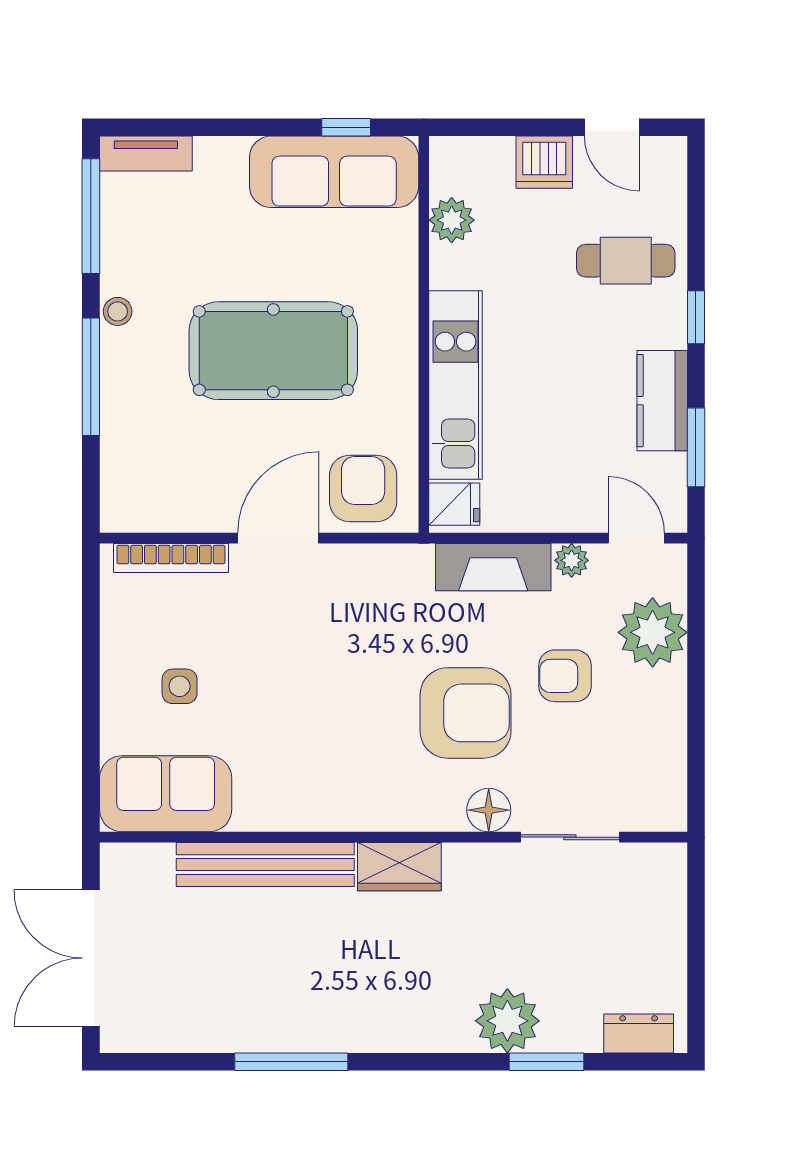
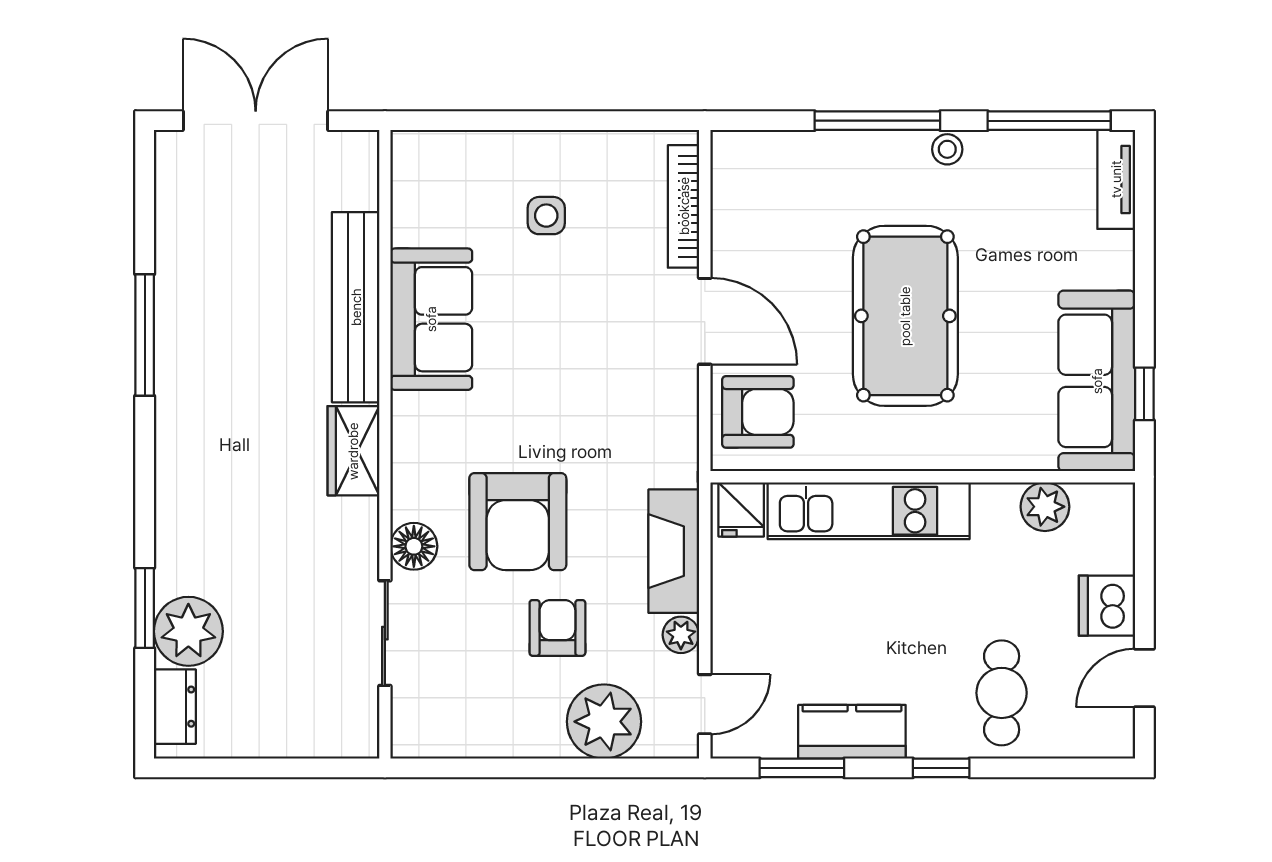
sofa: (166, 794) -> (431, 319), moved
plant: (507, 1021) -> (188, 631), moved

